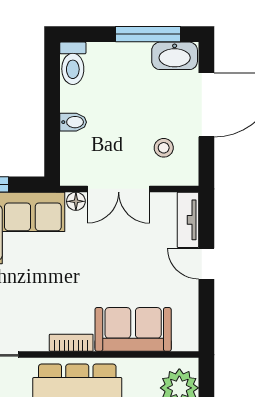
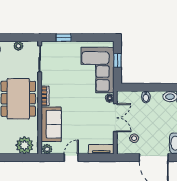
double door: (119, 189) -> (115, 118), swing flipped
door: (206, 264) -> (71, 158), moved
plant: (188, 339) -> (47, 149), added

